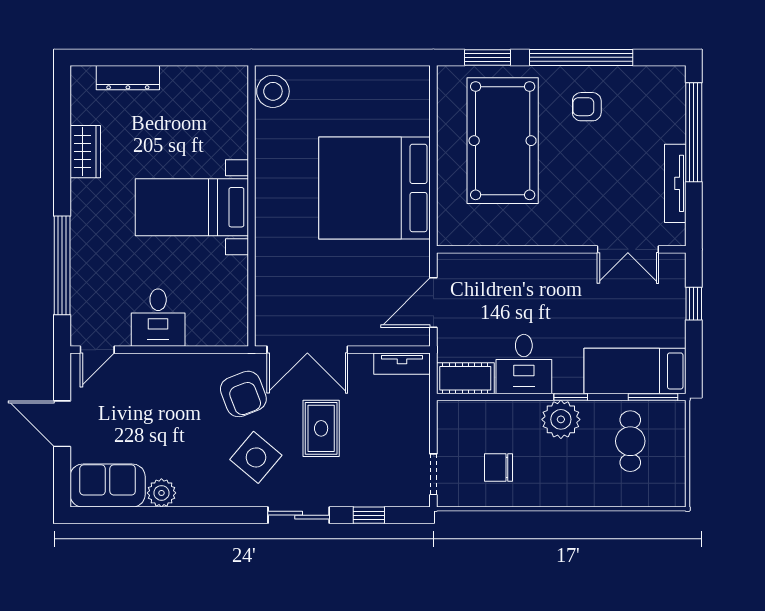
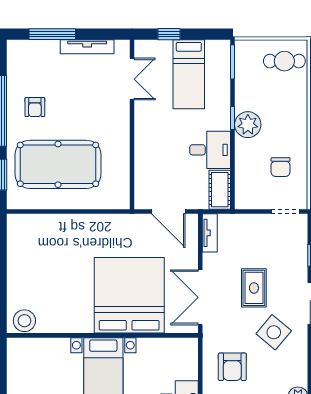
window: (694, 132) -> (52, 34), width x0.68
bed: (375, 188) -> (129, 295), moved, turned 180
double door: (307, 350) -> (200, 297), swing flipped
bed: (635, 371) -> (189, 74), moved
armchair: (243, 394) -> (232, 367), moved, turned 111
rug: (321, 428) -> (254, 288), turned 90
cafe table: (630, 441) -> (284, 61), moved

